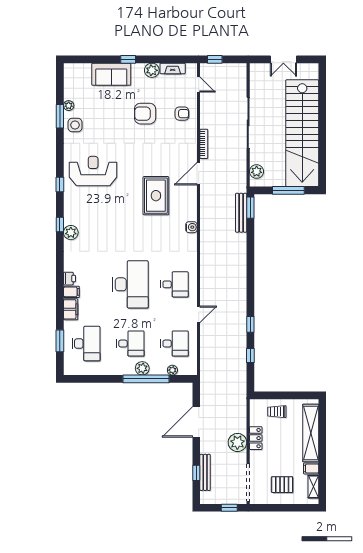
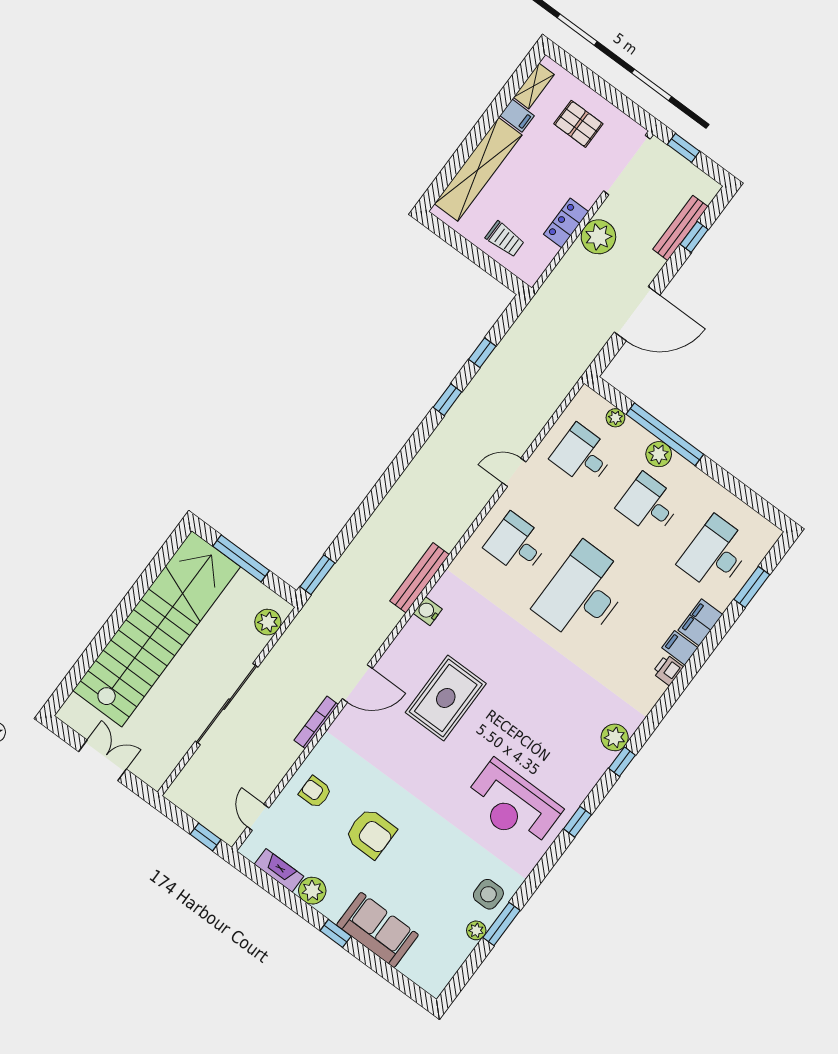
bench: (241, 213) -> (420, 578), moved

